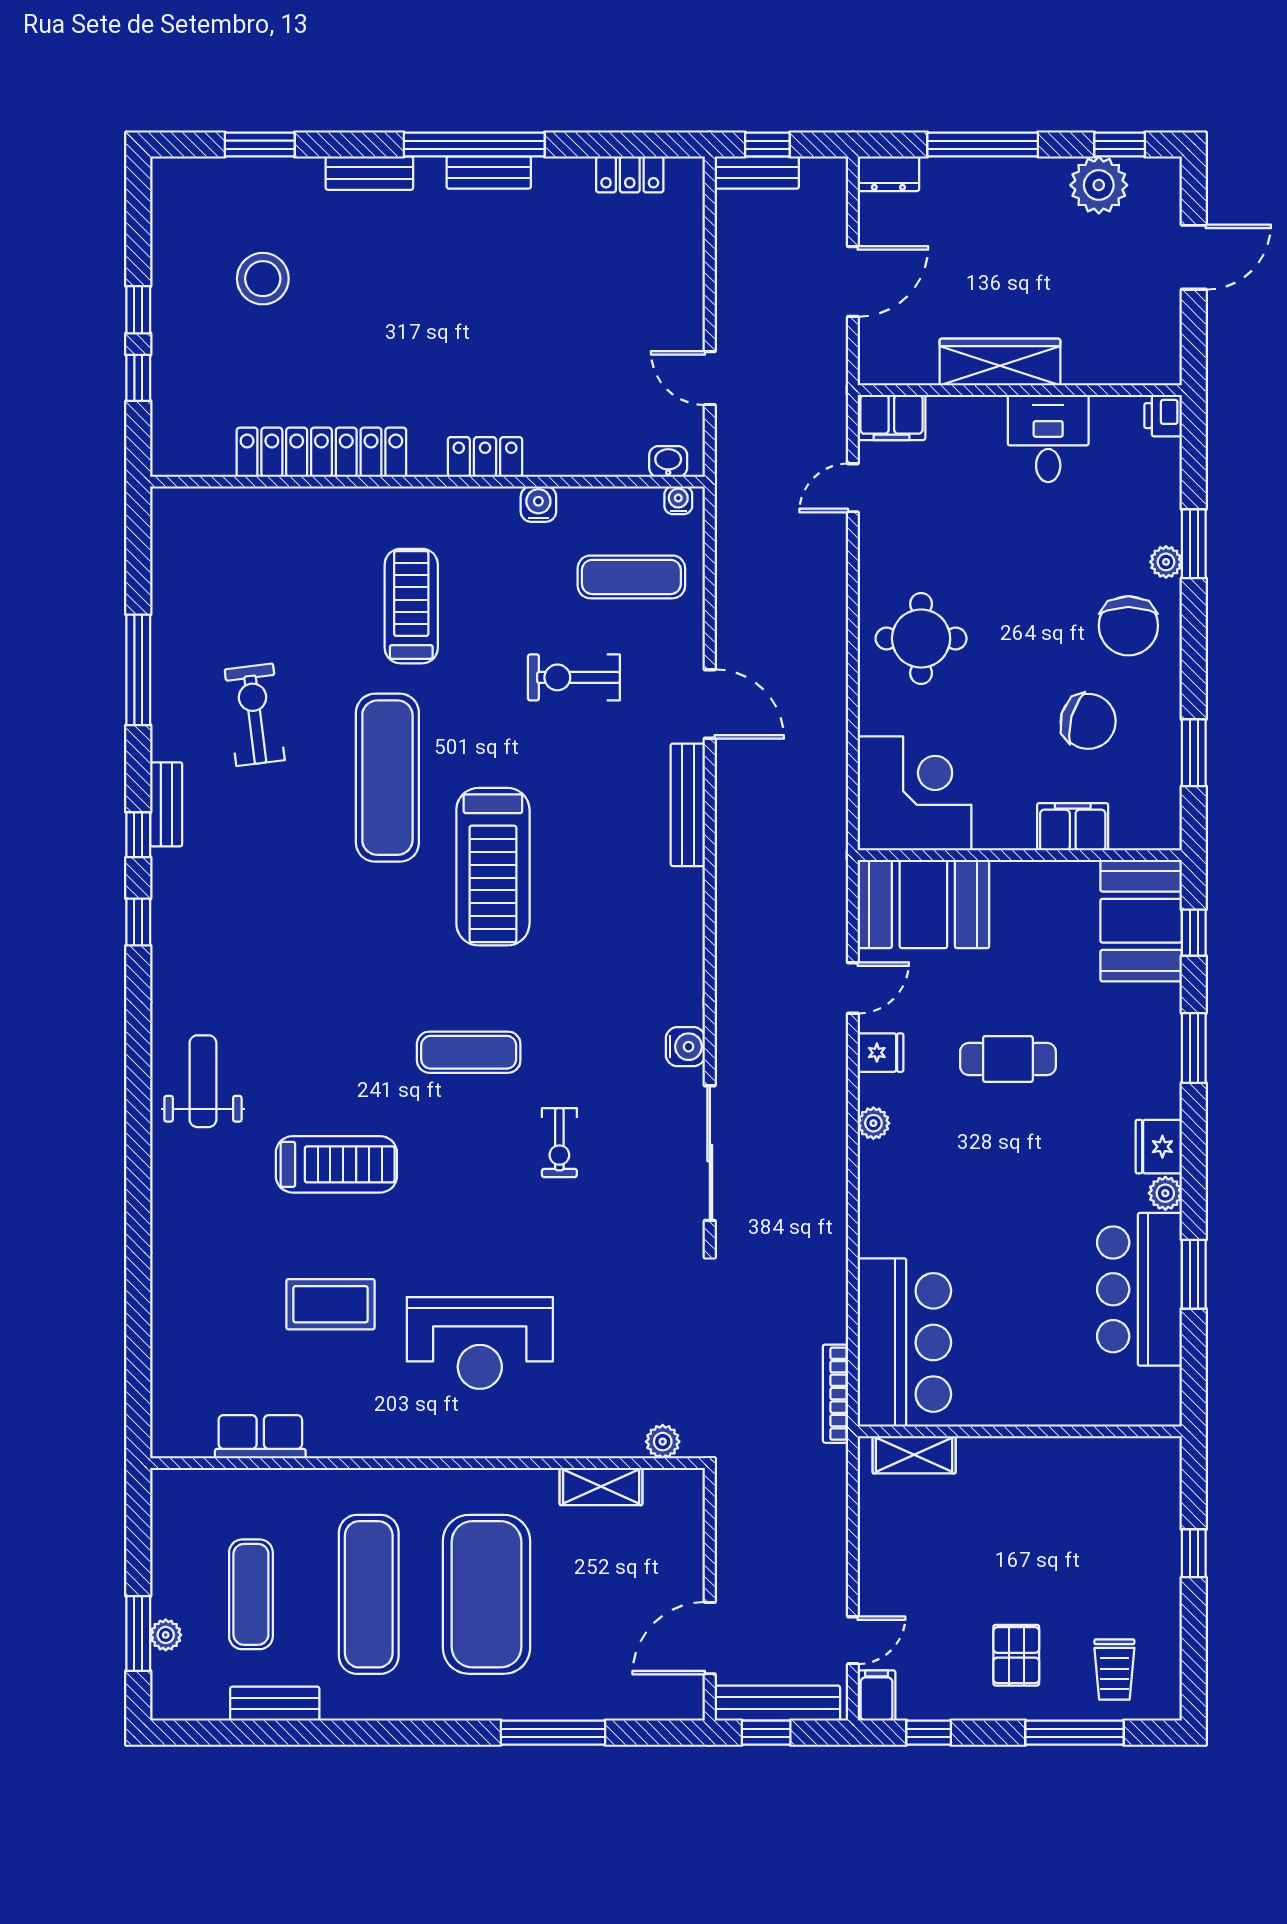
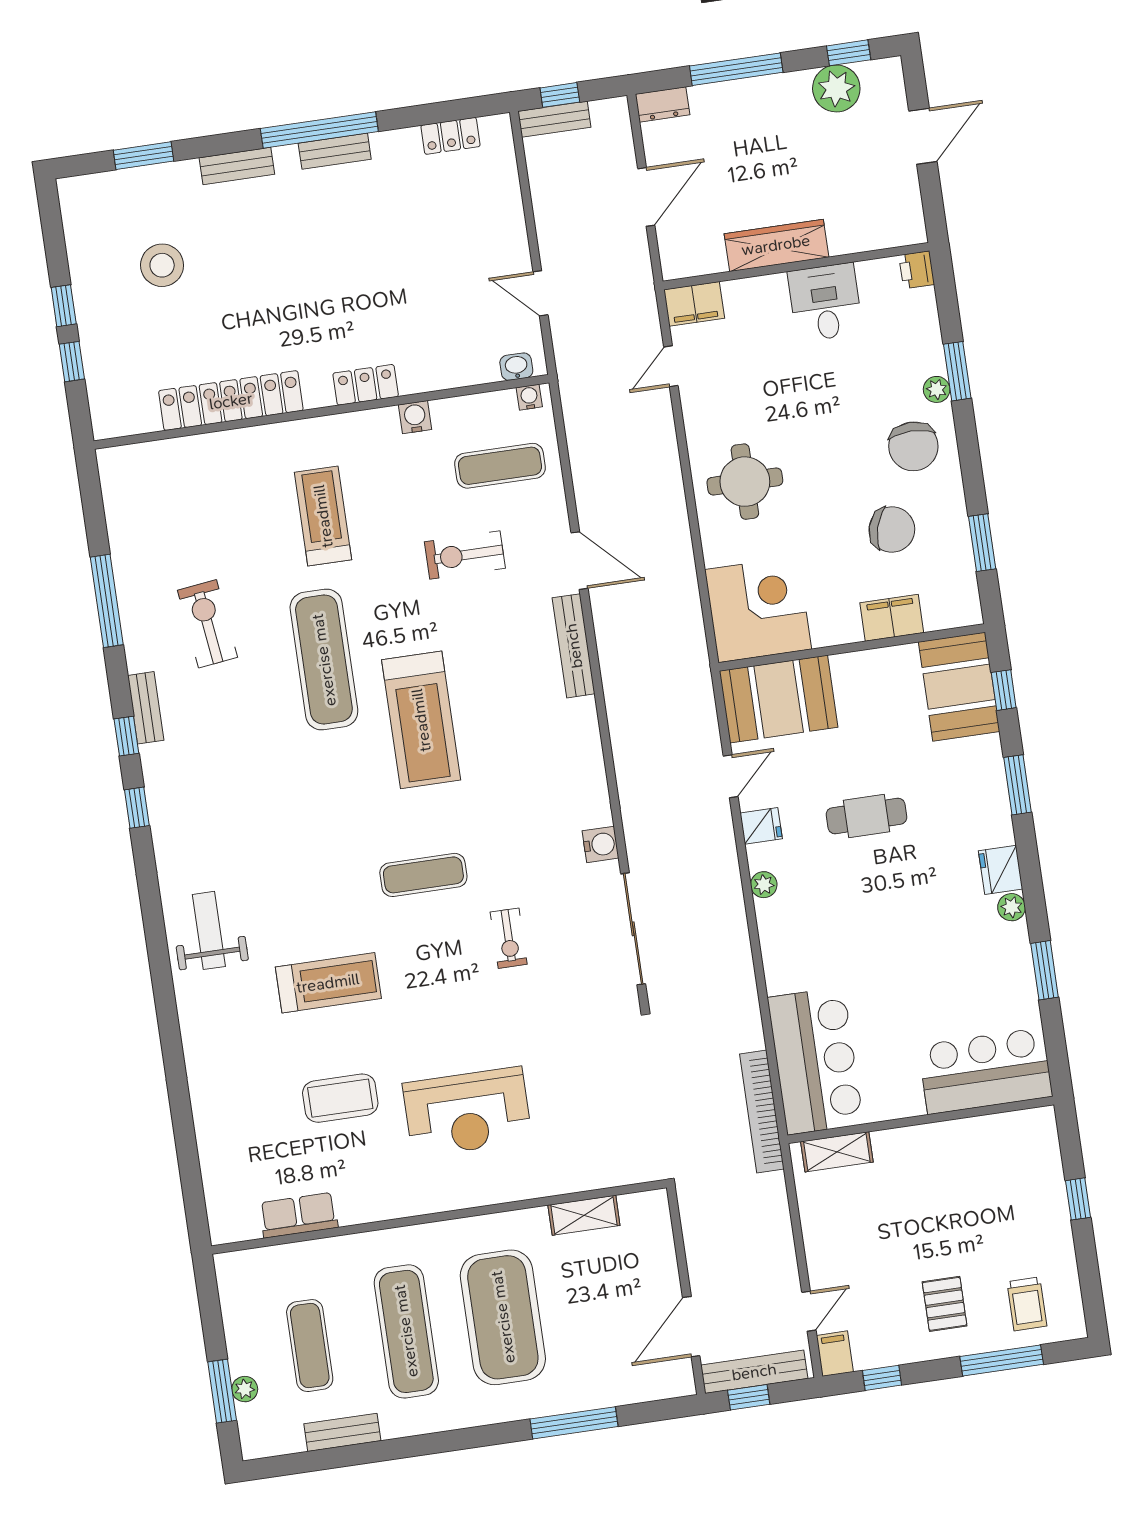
bar counter: (1139, 1289) -> (985, 1071), moved, turned 90
bookcase: (835, 1394) -> (762, 1112), width x1.48, depth x1.31
plant: (663, 1442) -> (629, 1171), removed

